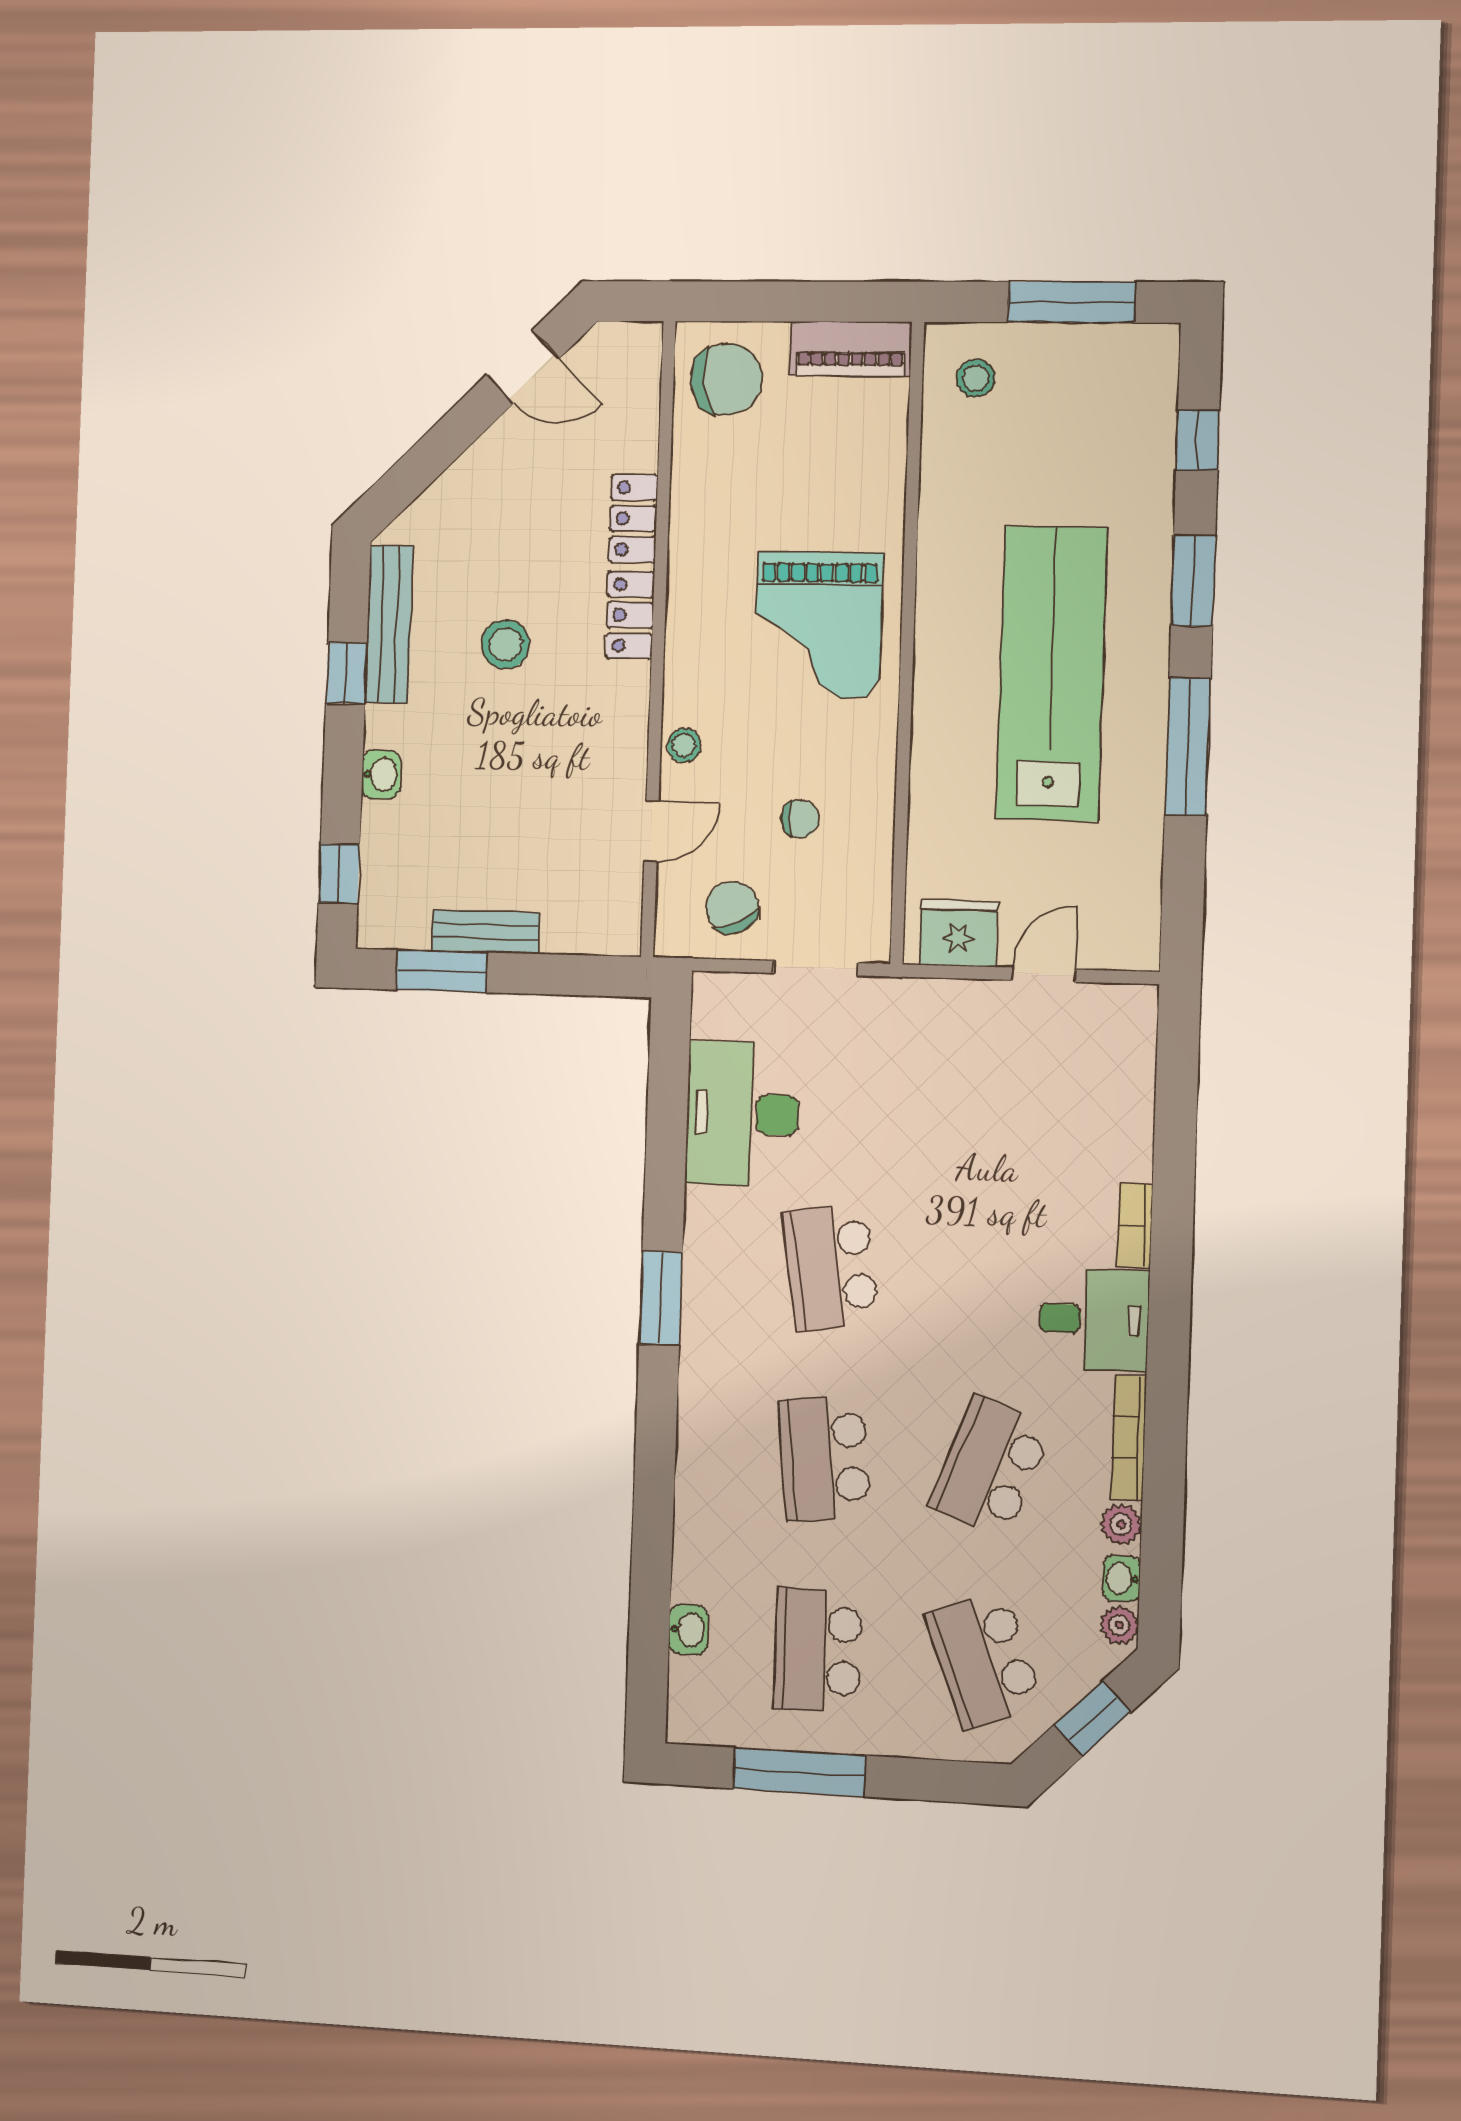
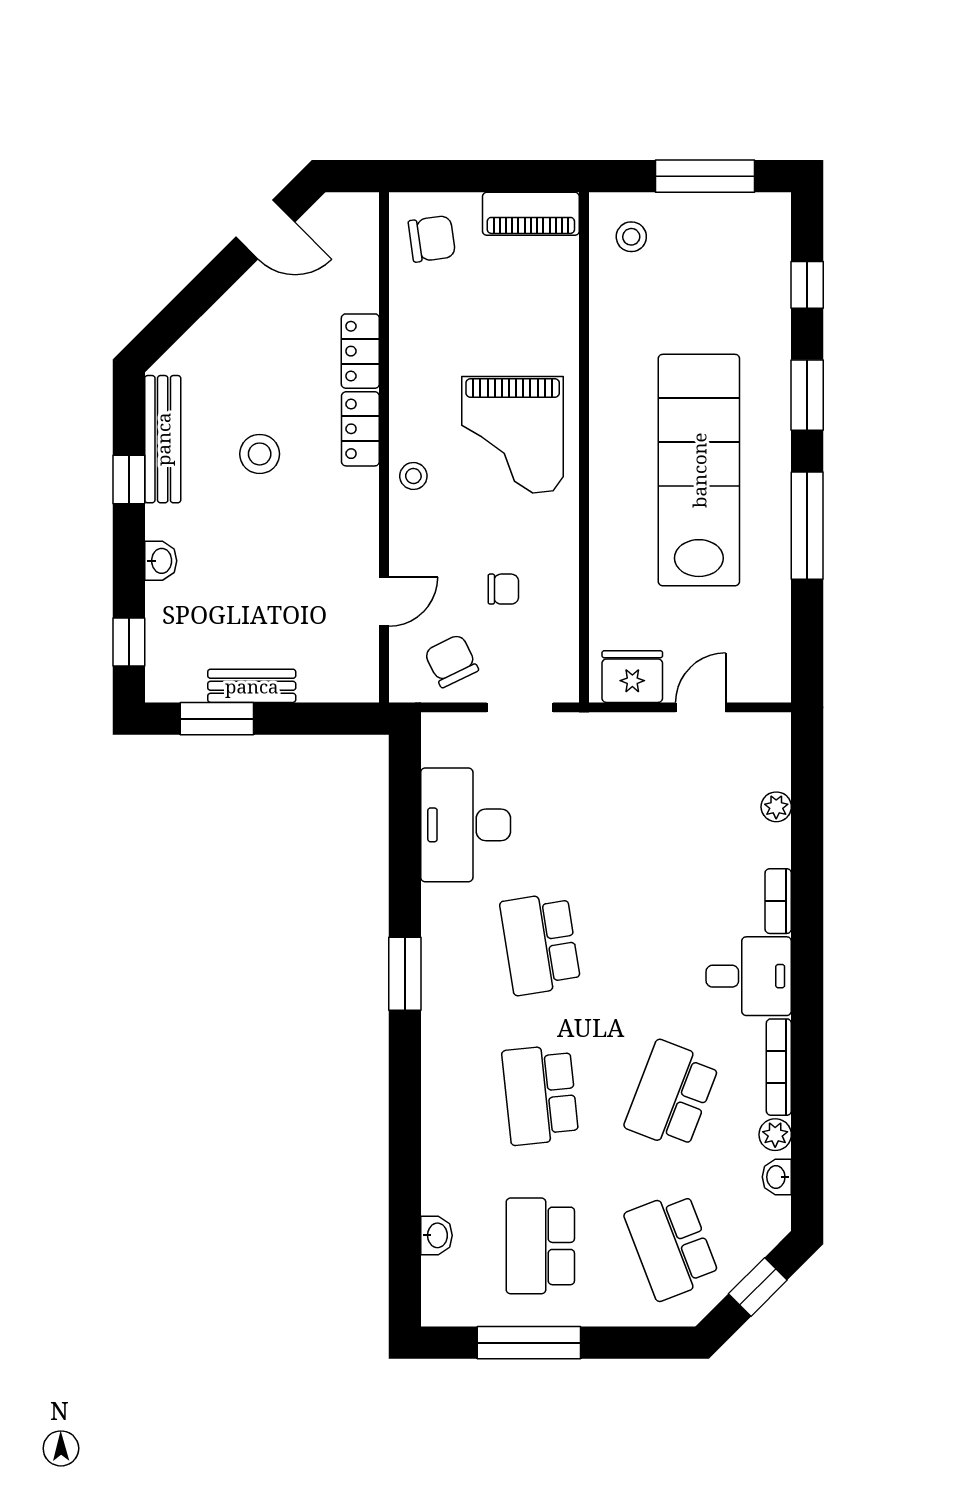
chair: (726, 379) -> (432, 239), width x0.73, depth x0.73
stool: (684, 745) -> (413, 476), moved
plant: (1119, 1625) -> (776, 807), moved

